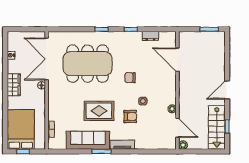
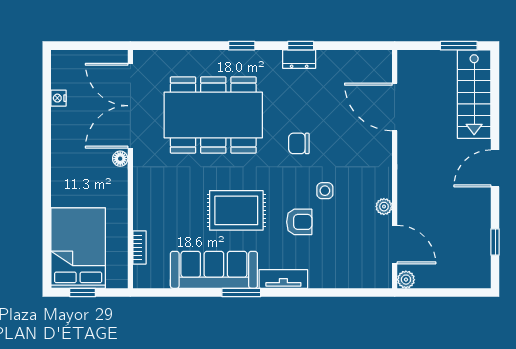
dresser: (150, 36) -> (299, 59), moved
wardrobe: (14, 85) -> (64, 158), removed
stairs: (217, 127) -> (474, 94), moved

